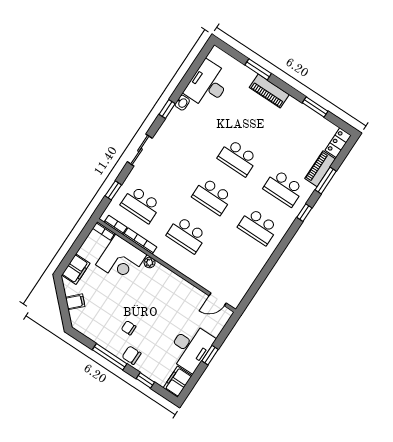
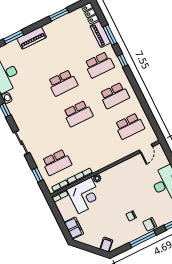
school desk: (187, 235) -> (130, 126), moved
filing cabinet: (75, 302) -> (106, 245), moved

